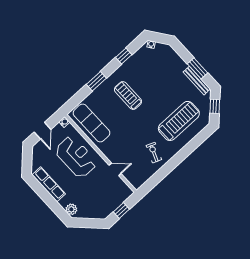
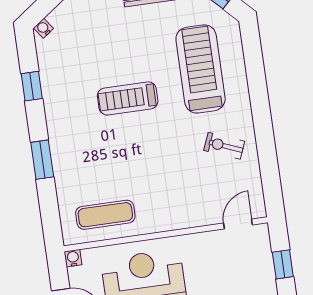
treadmill: (128, 96) -> (128, 98), moved
exercise mat: (92, 123) -> (105, 215), width x0.73, depth x0.69
door: (115, 169) -> (238, 224), moved

